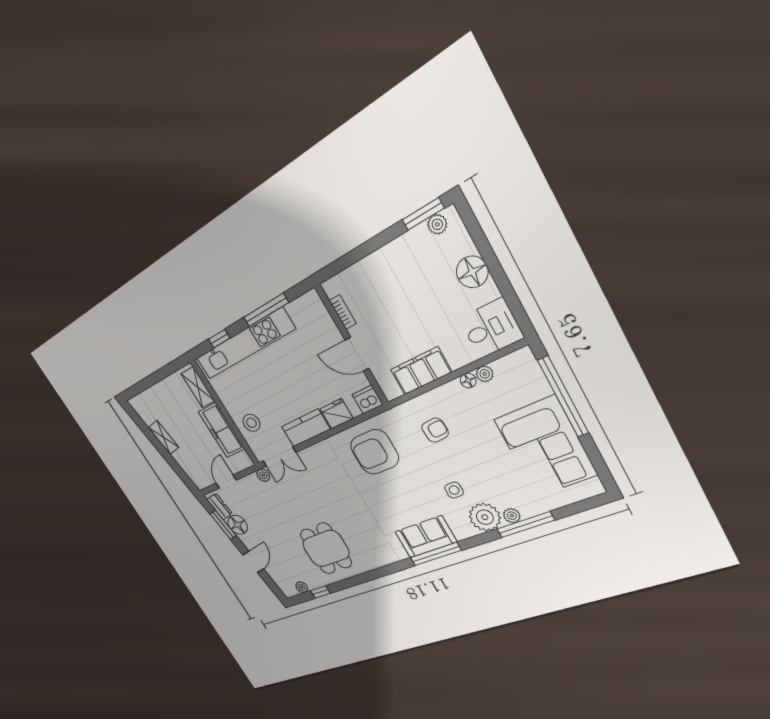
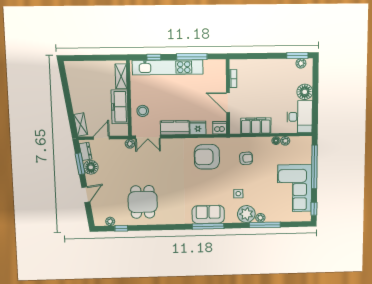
desk: (491, 328) -> (300, 117), width x1.37
shelving: (164, 437) -> (81, 125), moved
window: (602, 469) -> (314, 209), added

